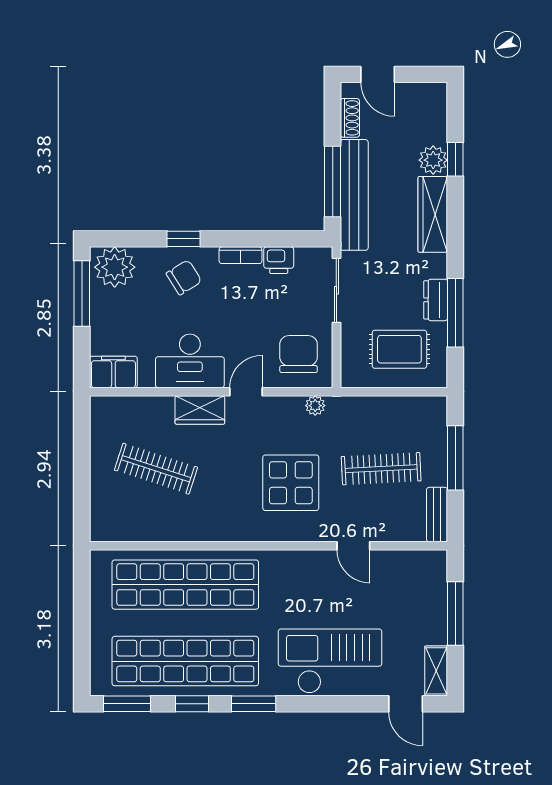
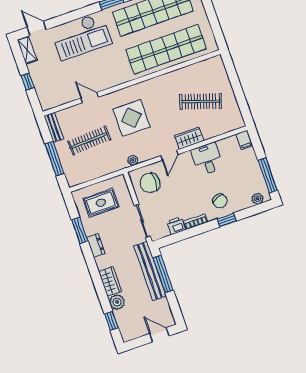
shoe rack: (350, 118) -> (165, 308), removed
window: (455, 159) -> (111, 321), moved
wardrobe: (433, 214) -> (110, 281), width x0.67
plant: (115, 267) -> (258, 199), width x0.53, depth x0.53
chair: (184, 277) -> (220, 201), turned -77
dresser: (436, 300) -> (96, 245), moved
window: (455, 313) -> (80, 230), width x0.69
chair: (299, 354) -> (150, 183), turned 90
desk: (190, 361) -> (207, 159), width x0.73
filing cabinet: (113, 372) -> (244, 140), width x0.50
window: (455, 613) -> (28, 82), width x0.46

